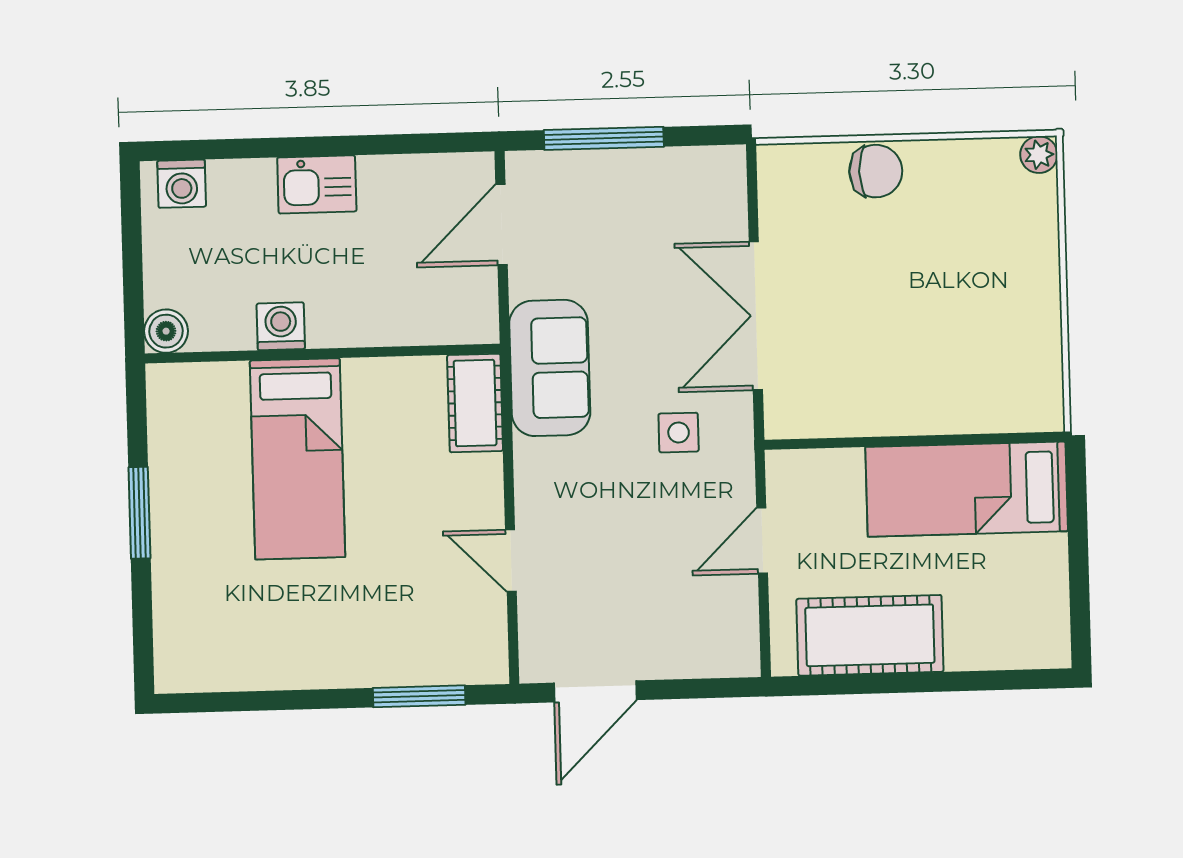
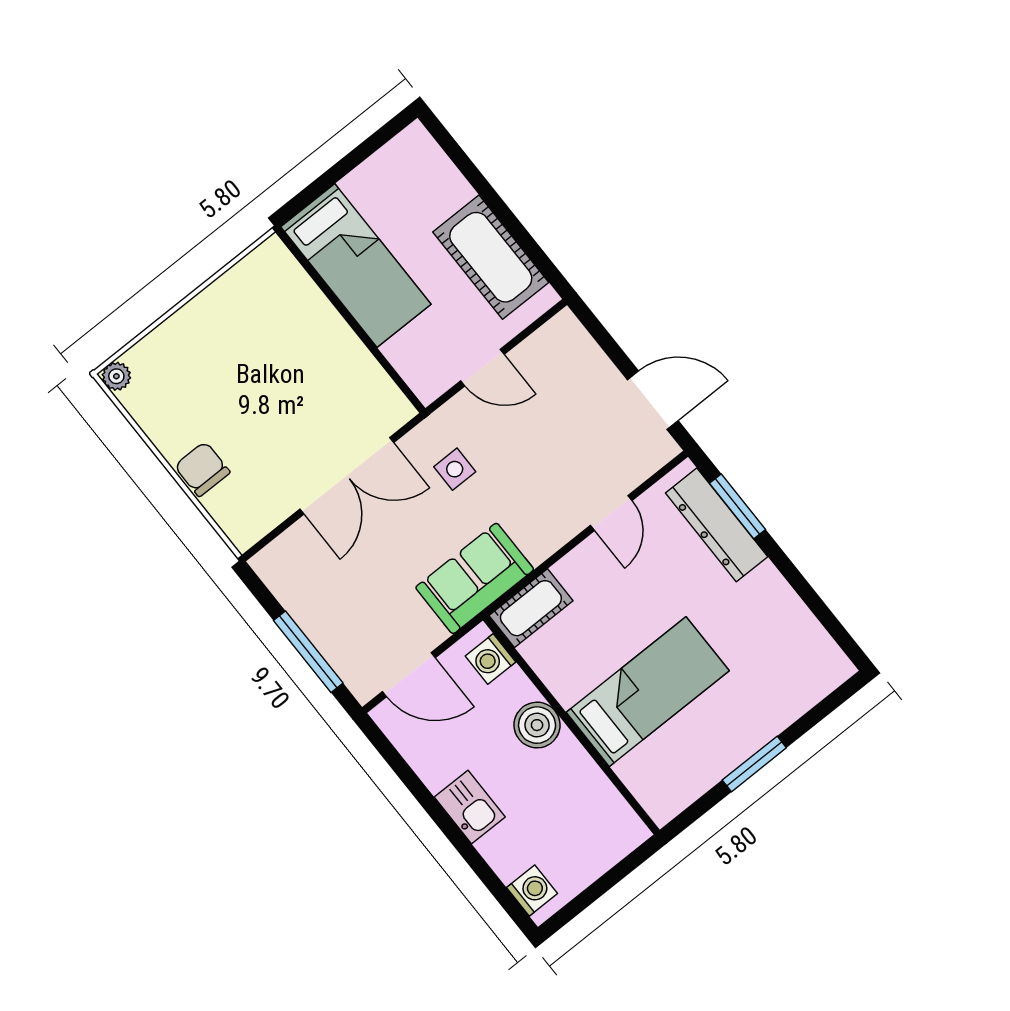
washing machine: (281, 326) -> (490, 659), moved
boiler: (166, 331) -> (537, 725), moved, width x1.36, depth x1.36
dresser: (417, 660) -> (717, 525), added

